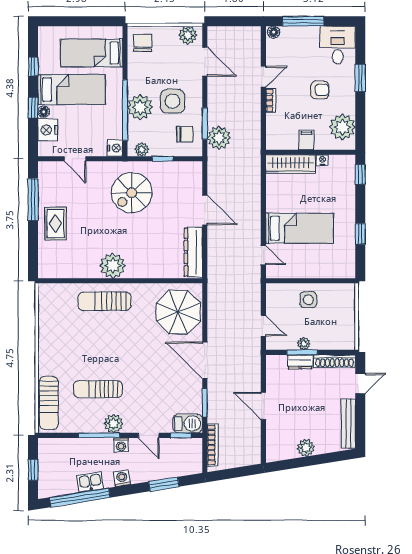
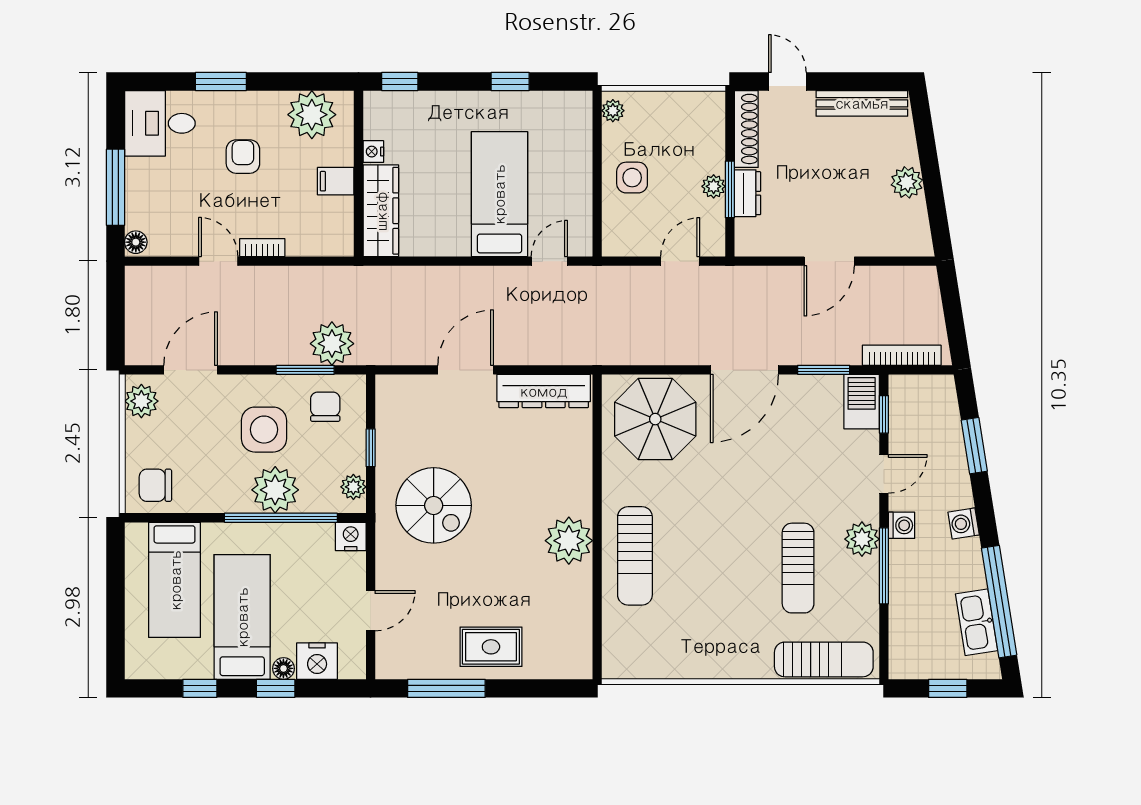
plant: (344, 289) -> (613, 111), added
kitchen sink: (90, 482) -> (977, 622), moved, width x1.38

